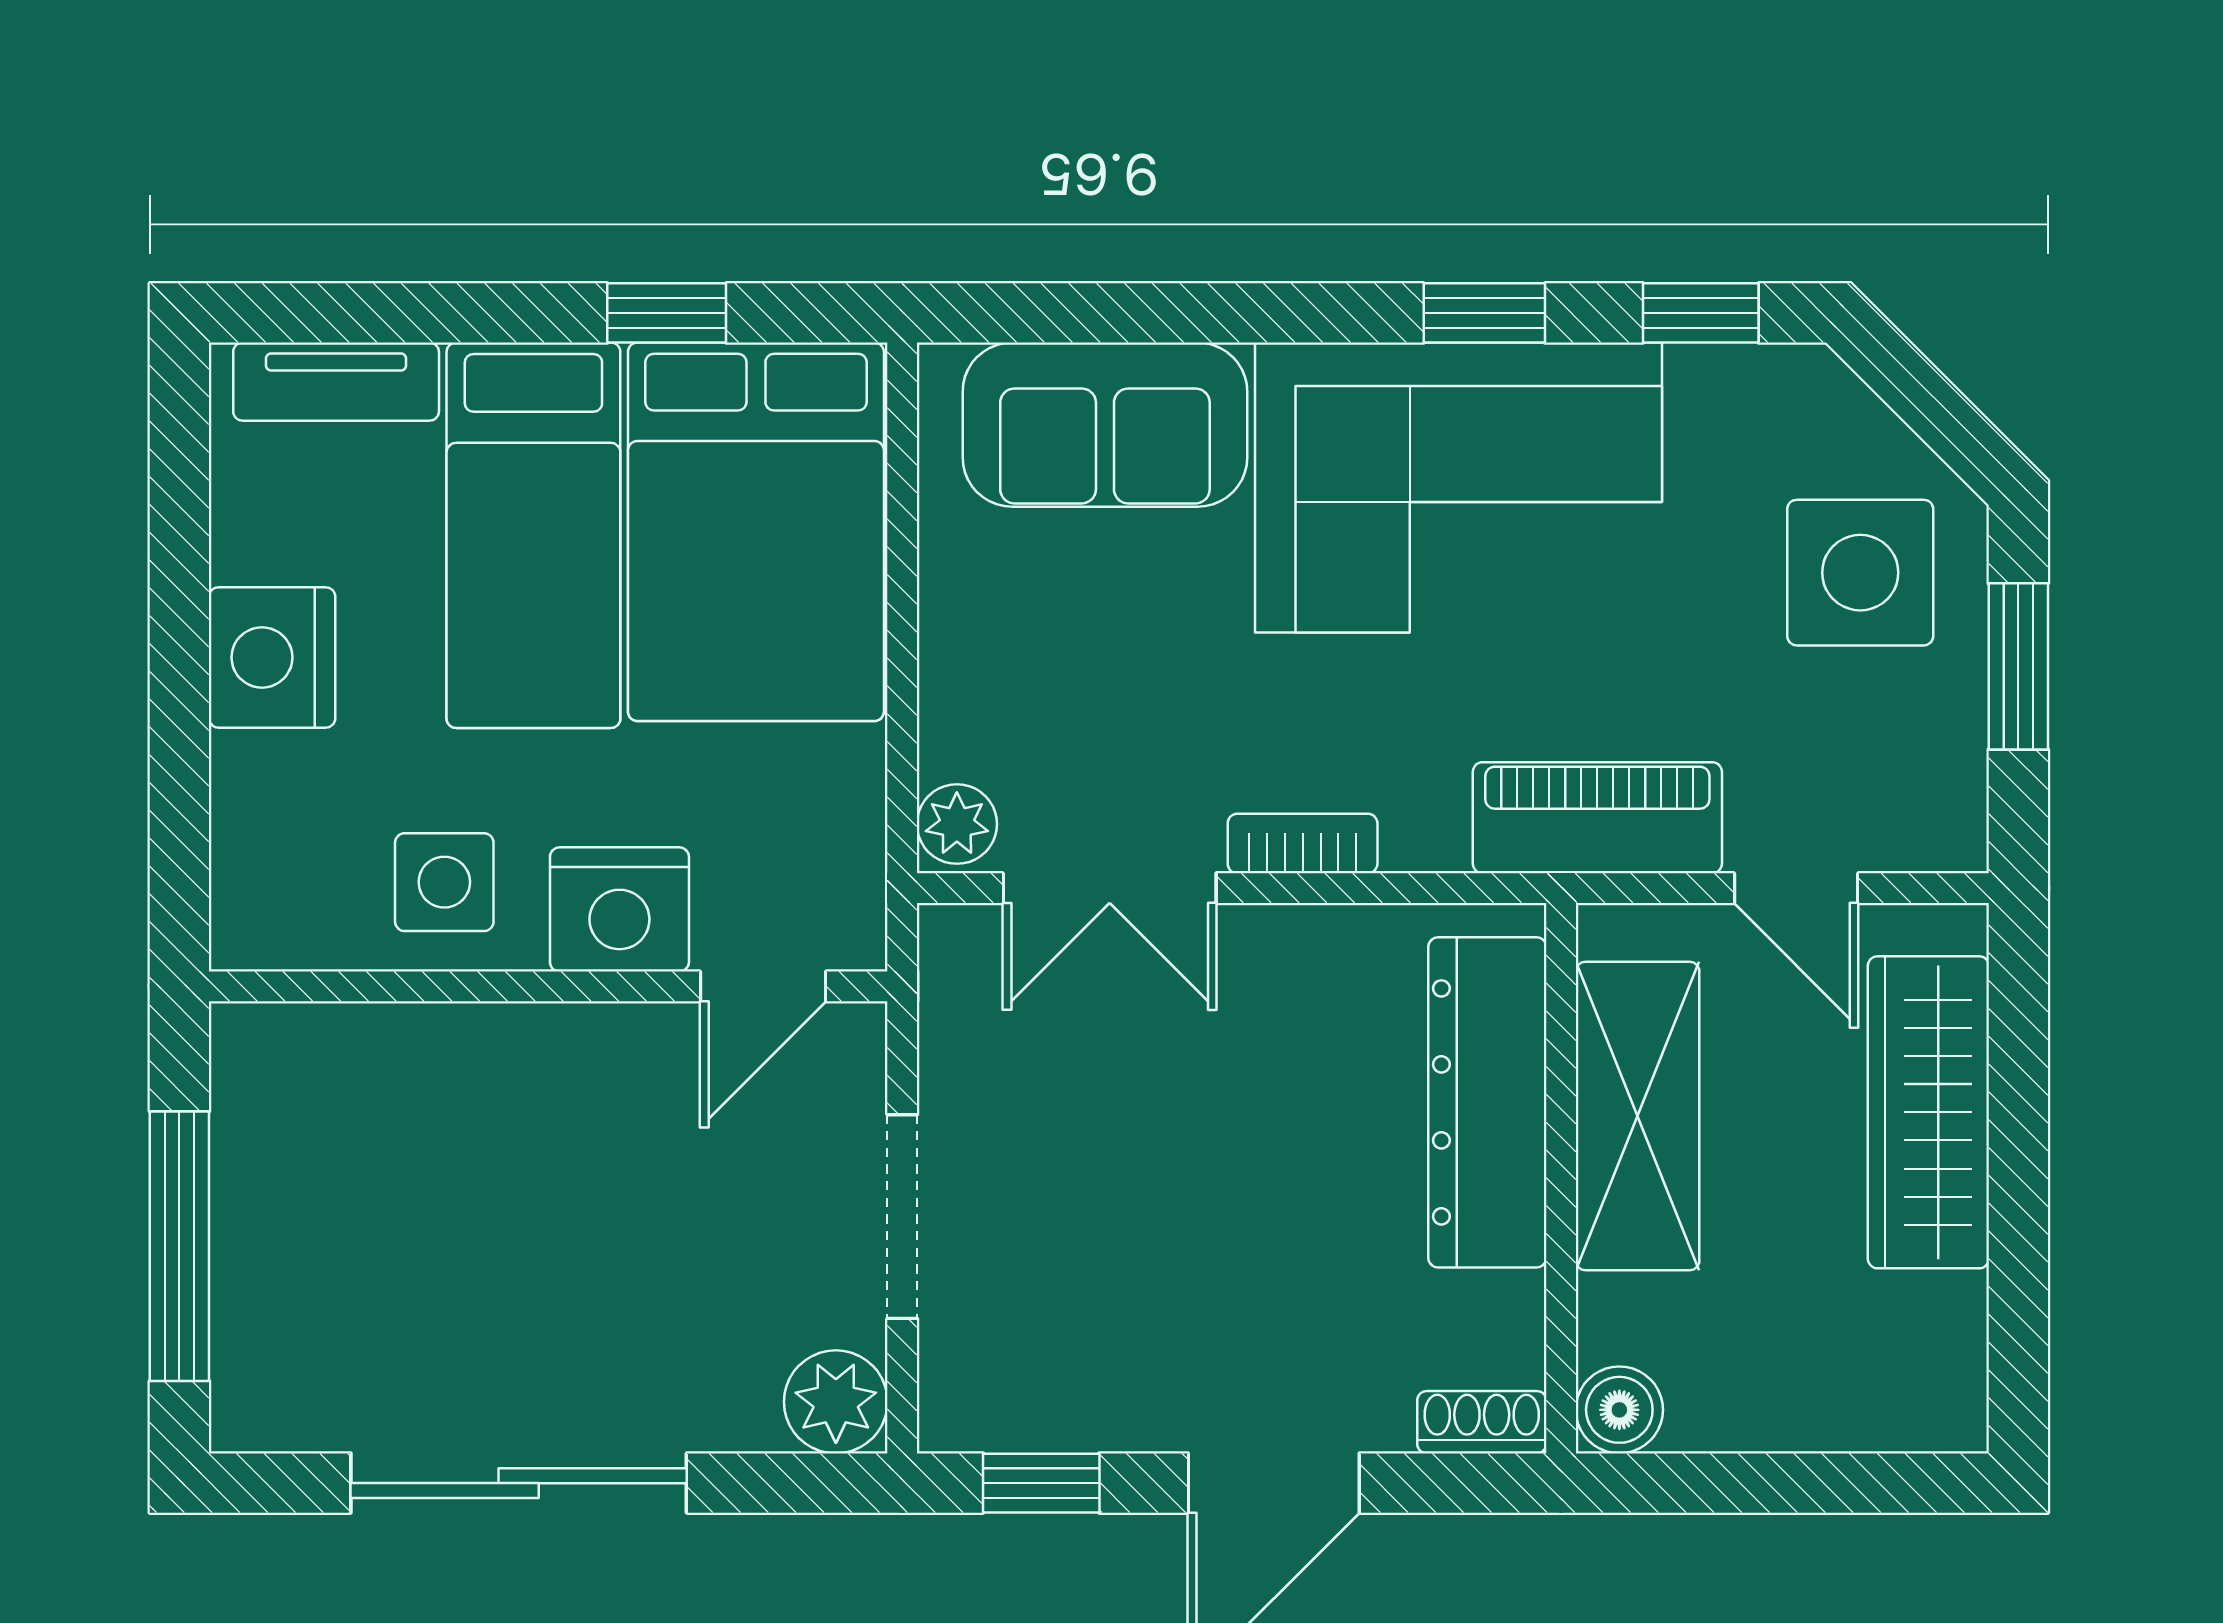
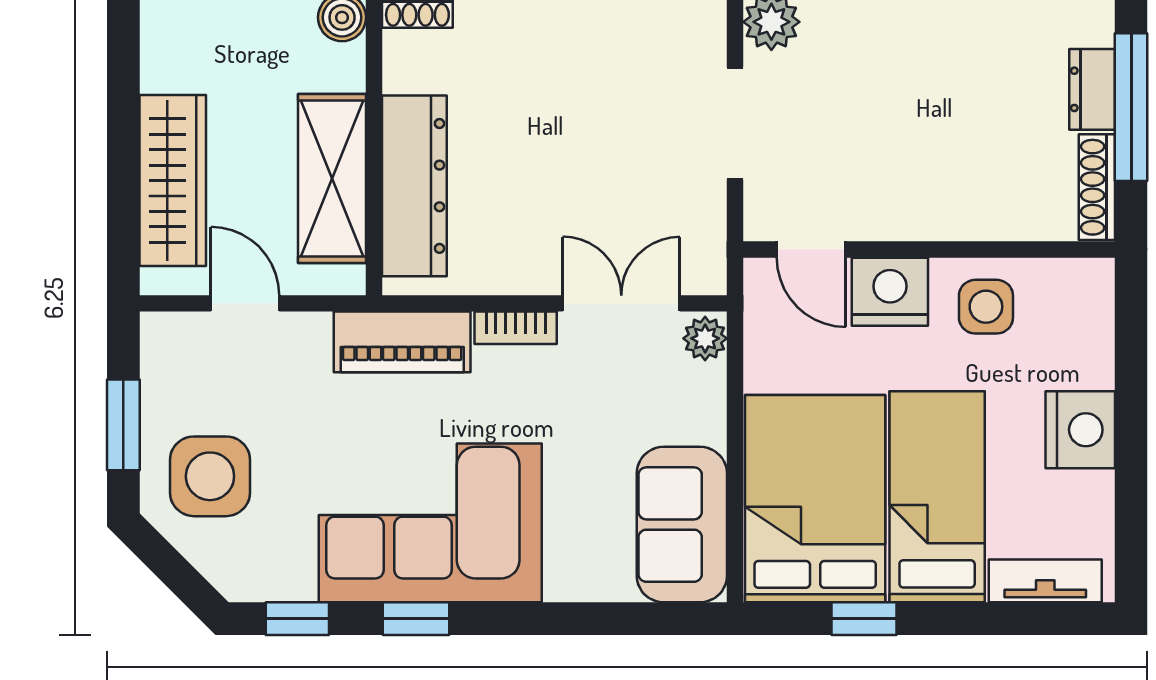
sofa: (1105, 425) -> (682, 525), moved, turned -90
piano: (1597, 818) -> (402, 342), moved
door: (763, 986) -> (811, 249), swing flipped
shoe rack: (242, 1100) -> (1097, 187), added
dresser: (251, 1279) -> (1092, 89), added

